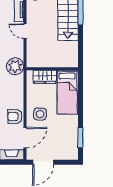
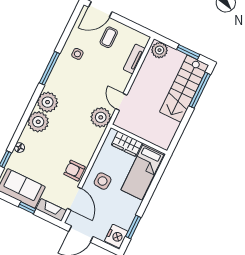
door: (25, 31) -> (121, 102), moved
door: (25, 138) -> (74, 198), hinge flipped
nightstand: (71, 151) -> (116, 236), added

